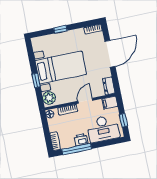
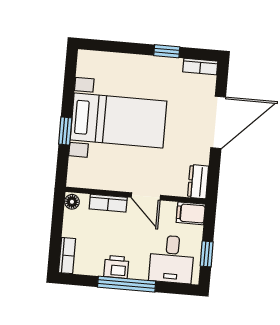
window: (60, 29) -> (167, 51), moved
plant: (49, 98) -> (80, 171), removed
door: (85, 101) -> (146, 196), swing flipped
desk: (103, 129) -> (172, 259), width x0.73
window: (77, 149) -> (127, 284), moved

